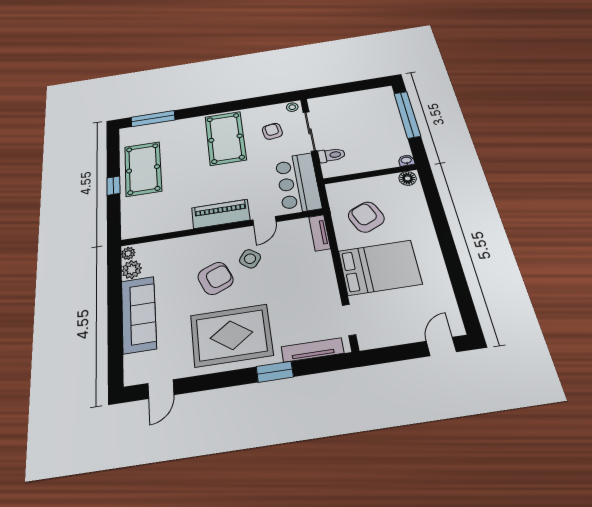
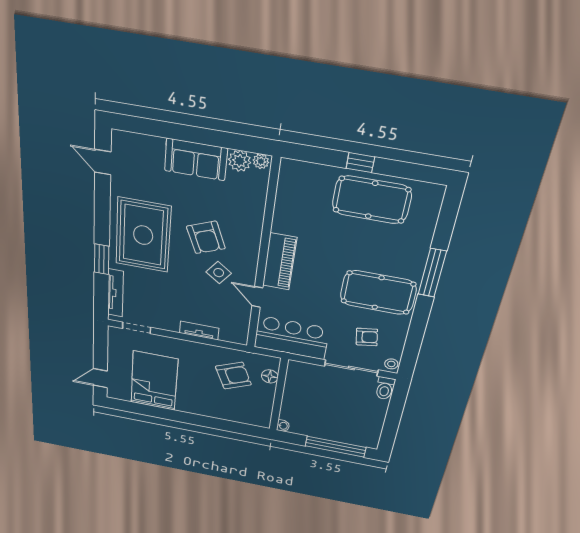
window: (153, 119) -> (432, 273), moved
toilet: (332, 155) -> (385, 388), moved
floor lamp: (408, 178) -> (270, 376), moved
tv unit: (320, 233) -> (199, 331), moved
bed: (380, 267) -> (154, 381), moved, turned 180
sofa: (139, 314) -> (196, 159), width x0.73
door: (441, 346) -> (100, 378), swing flipped

